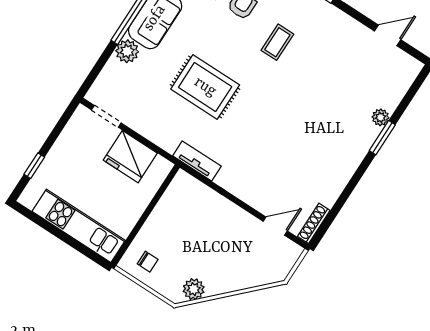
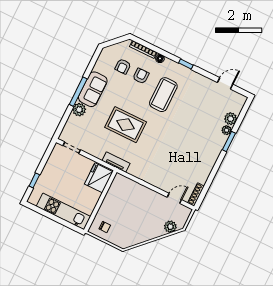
coffee table: (277, 42) -> (163, 95), width x1.86, depth x1.72
plant: (390, 98) -> (231, 119), added
fridge: (130, 157) -> (99, 178), moved, turned 90
tv unit: (197, 161) -> (116, 162), moved
plant: (194, 289) -> (170, 227), moved

